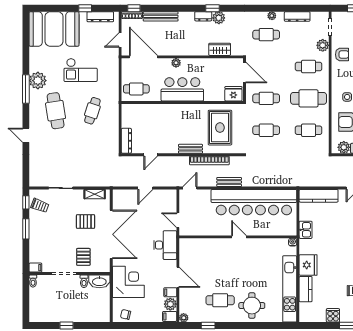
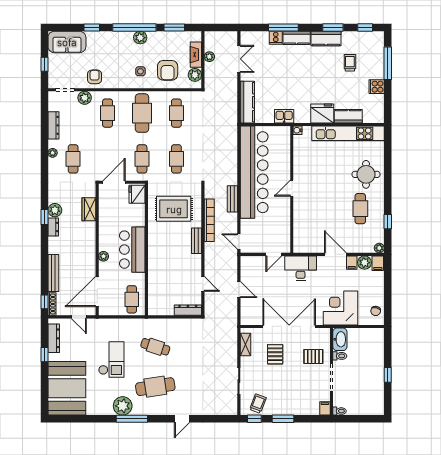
door: (178, 277) -> (335, 254), hinge flipped

